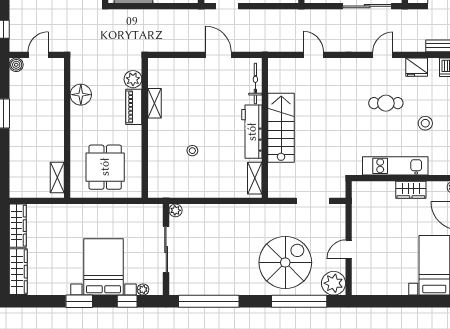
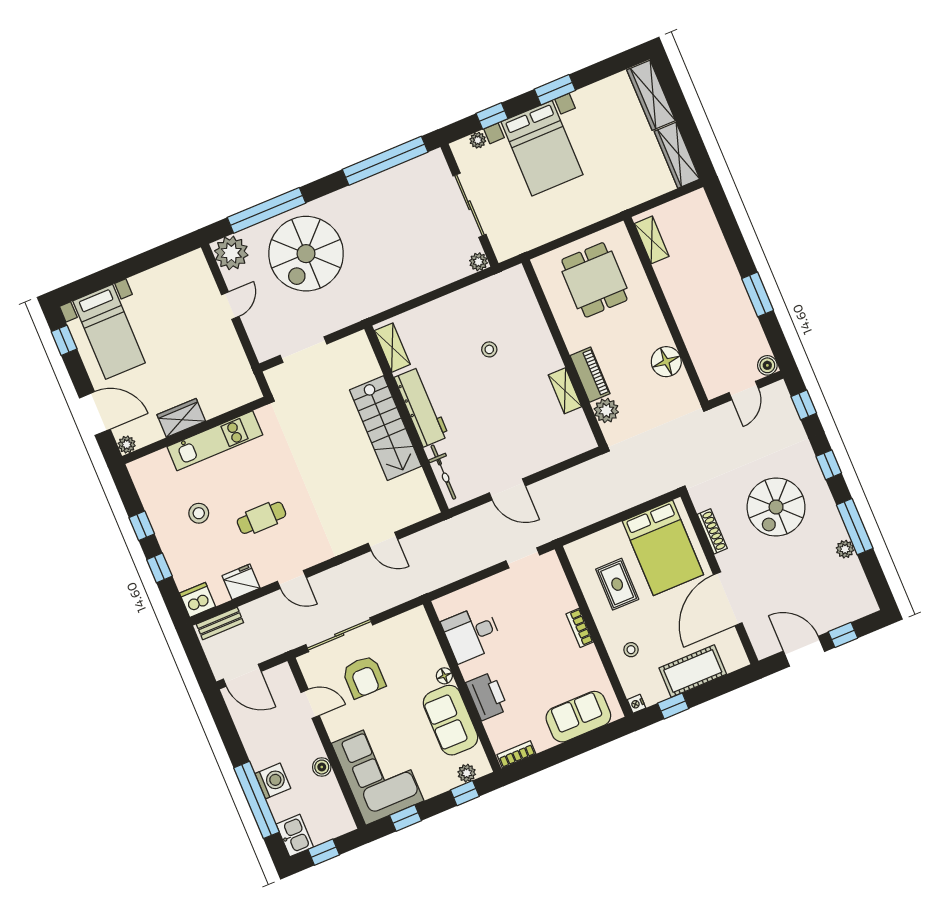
door: (383, 55) -> (292, 579), hinge flipped

